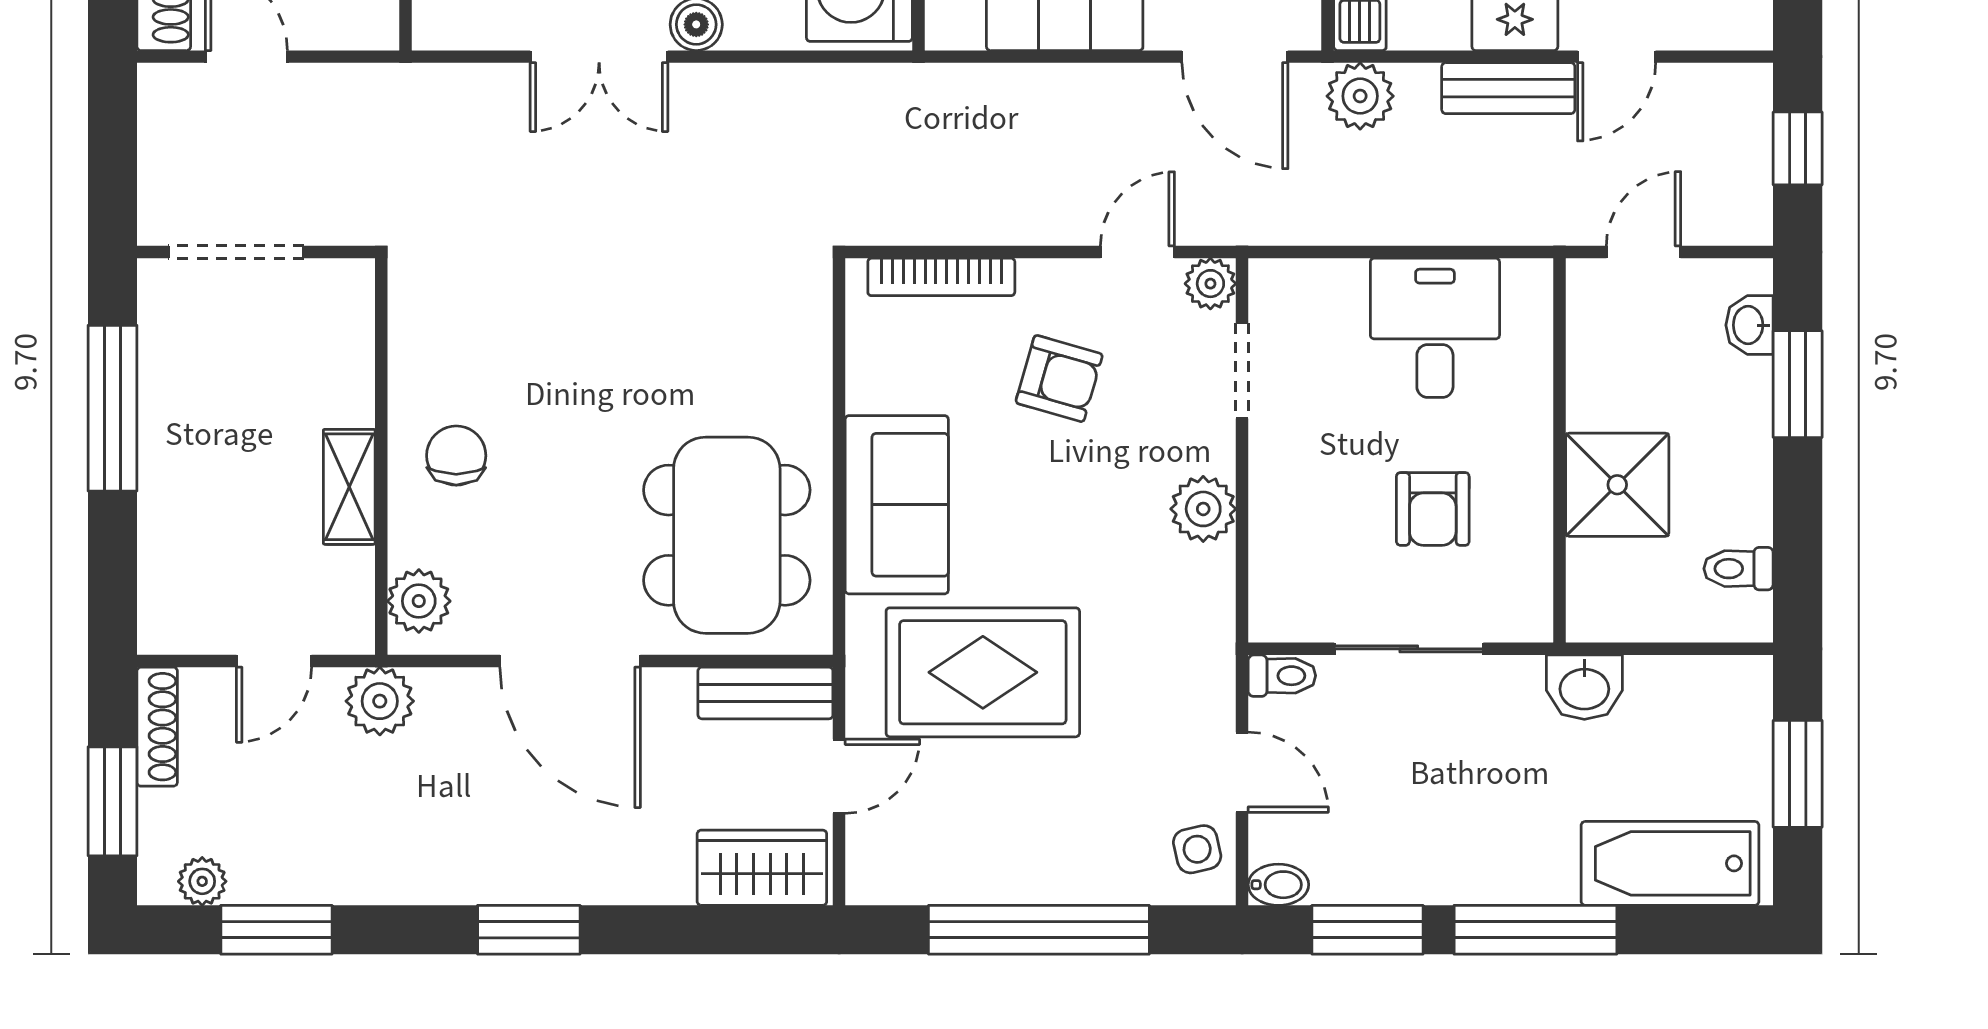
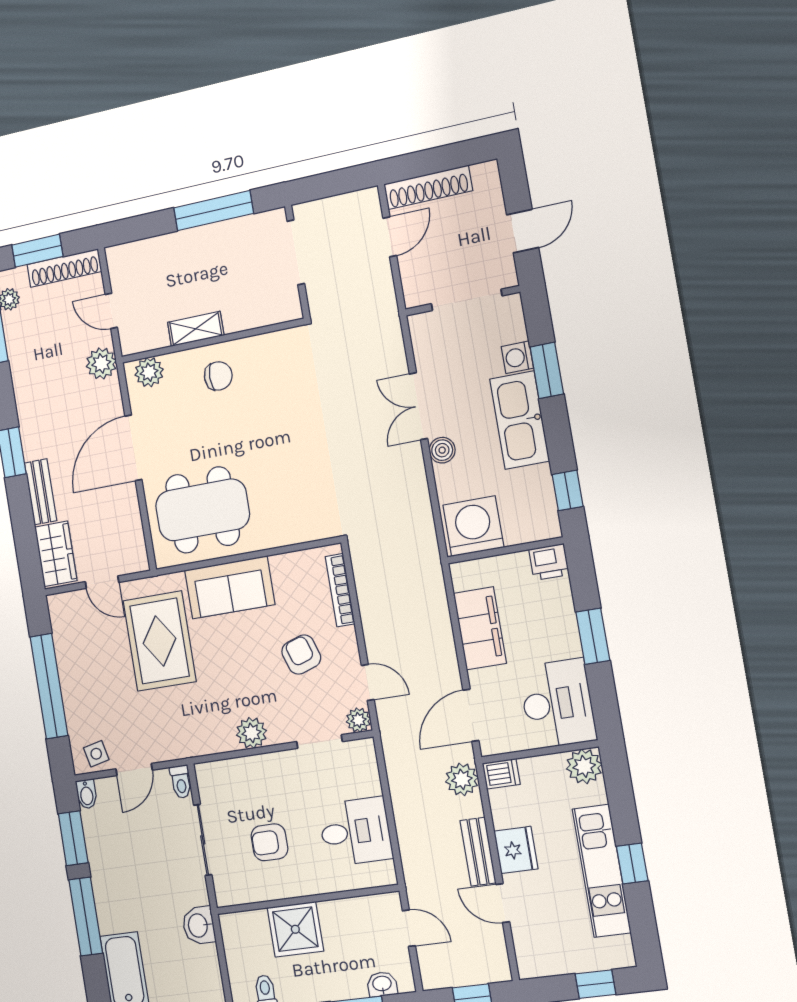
armchair: (1059, 379) -> (301, 655), turned 146
bench: (765, 693) -> (41, 492), moved
shoe rack: (157, 727) -> (64, 268), width x1.36, depth x1.24

